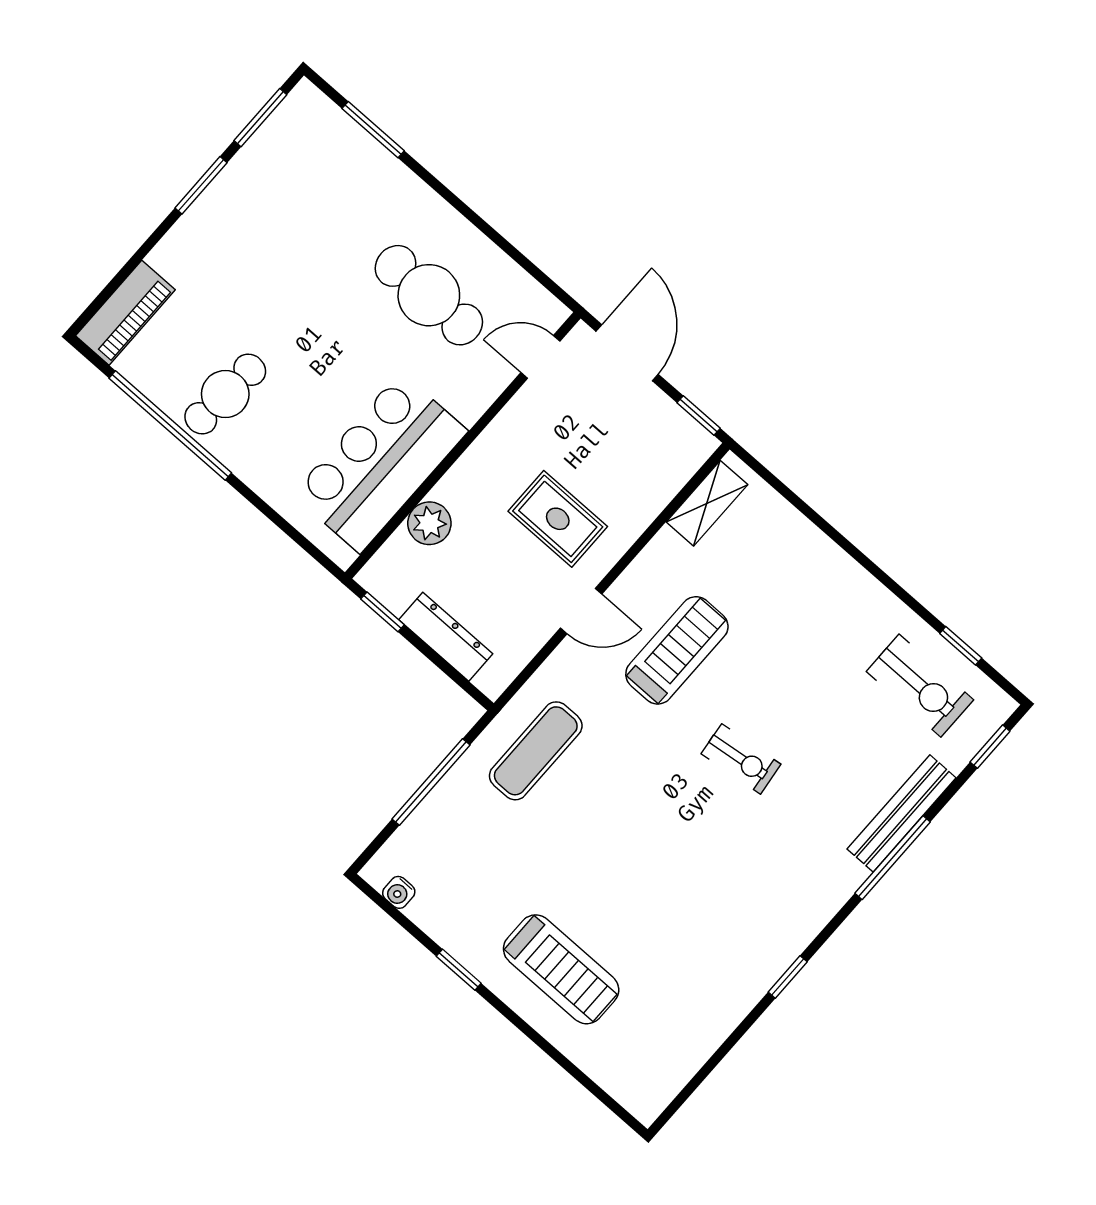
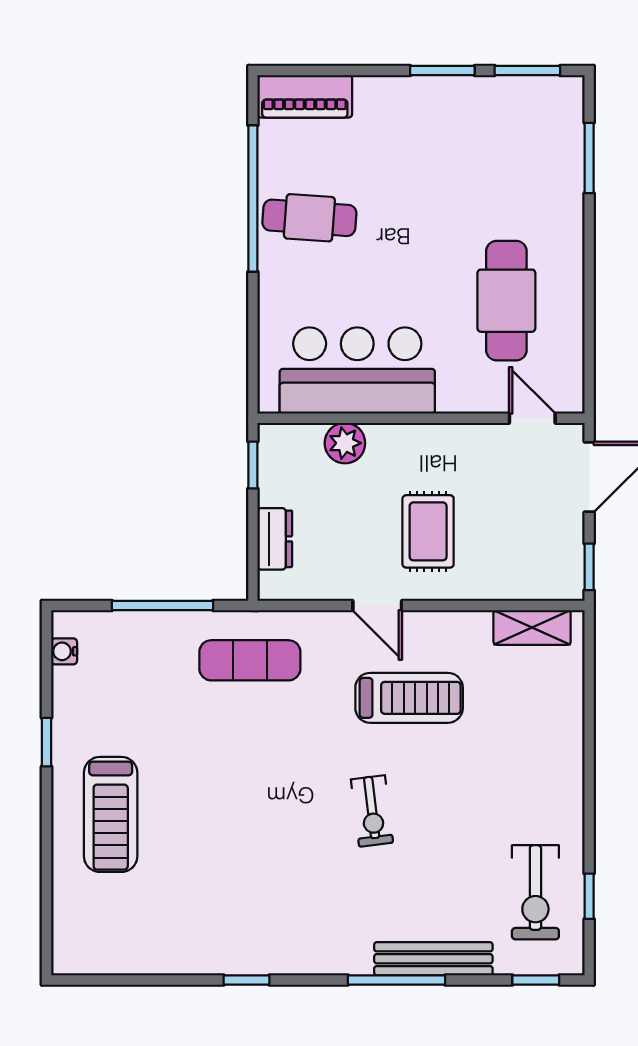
dresser: (446, 637) -> (275, 539), width x0.70

